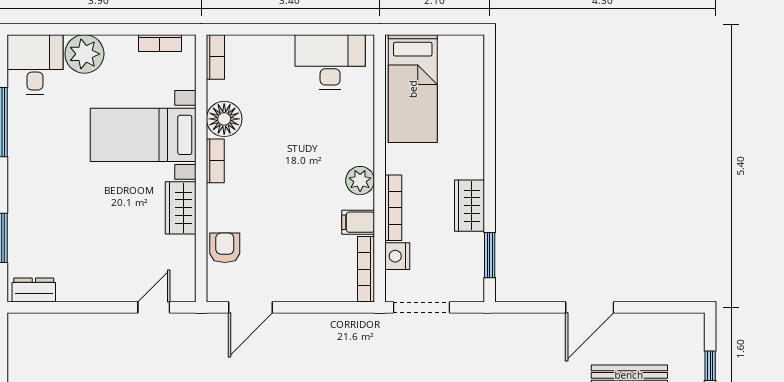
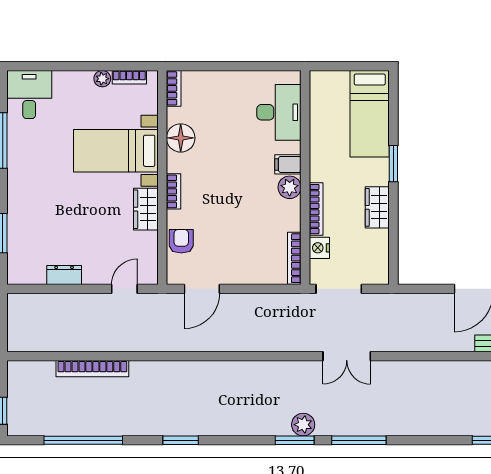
plant: (84, 54) -> (102, 79), moved, width x0.53, depth x0.53
desk: (330, 62) -> (279, 112), moved, turned 90
bed: (413, 89) -> (370, 114), moved
bookcase: (215, 161) -> (174, 191), moved
filing cabinet: (358, 222) -> (288, 164), moved
window: (490, 255) -> (393, 164), moved
dresser: (34, 290) -> (64, 275), moved

